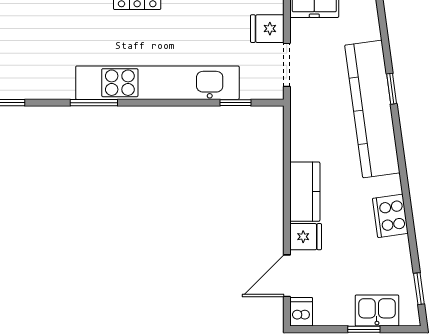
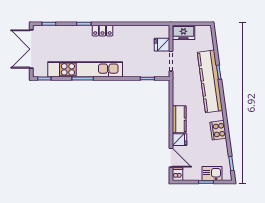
kitchen unit: (157, 83) -> (85, 69), moved
door: (287, 276) -> (171, 158), swing flipped

